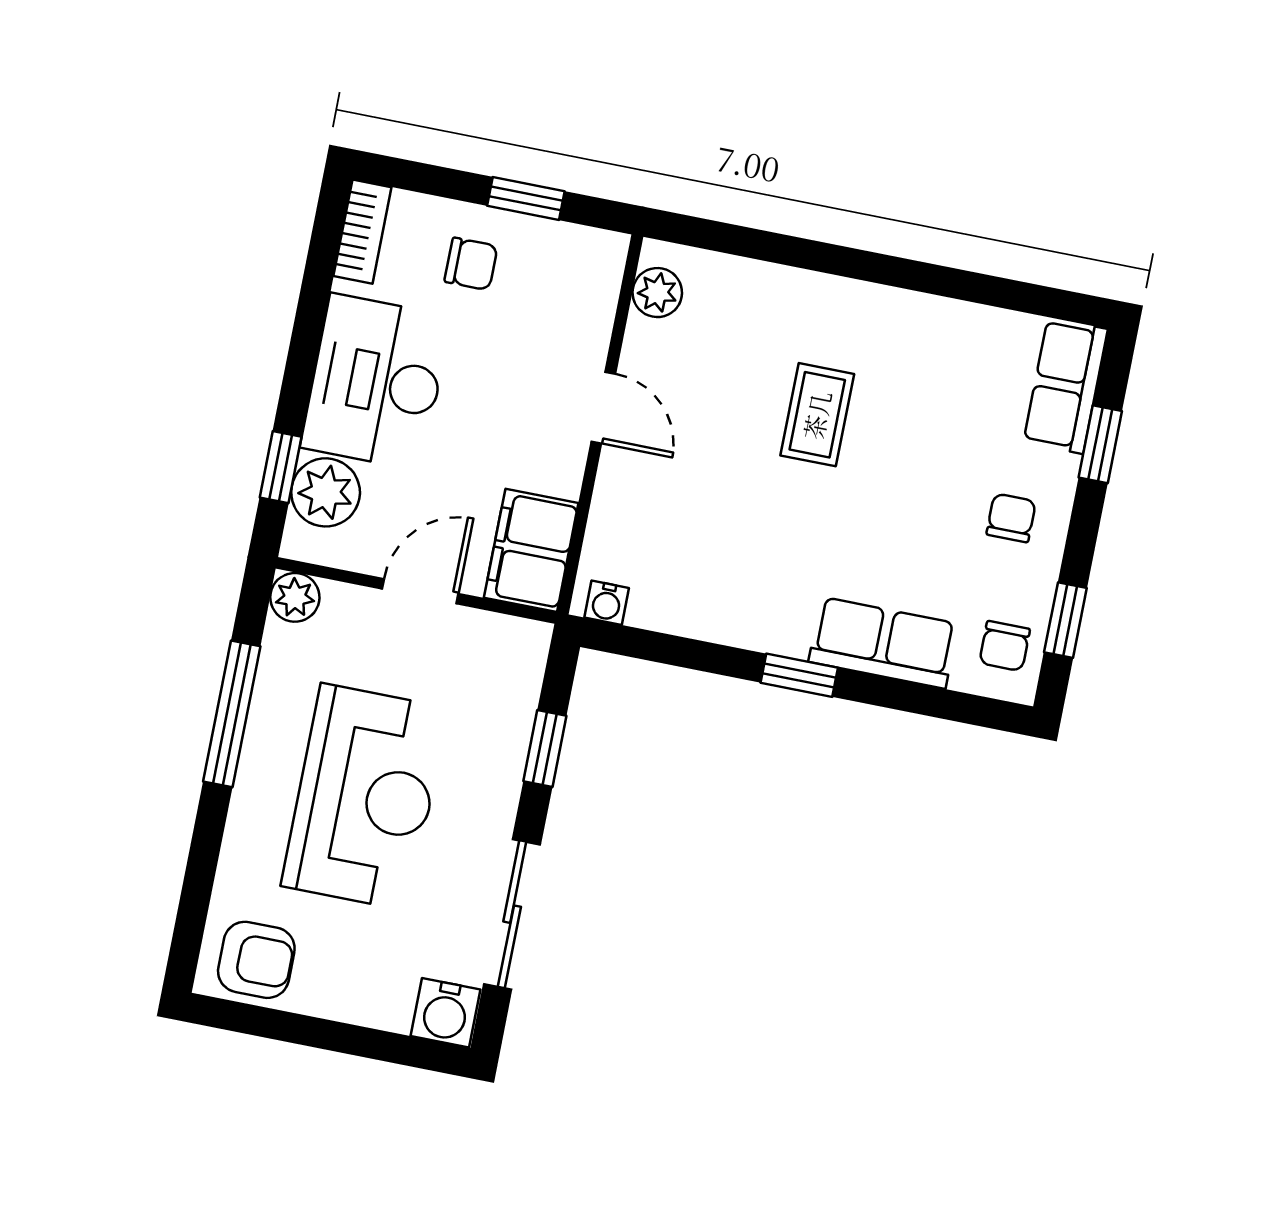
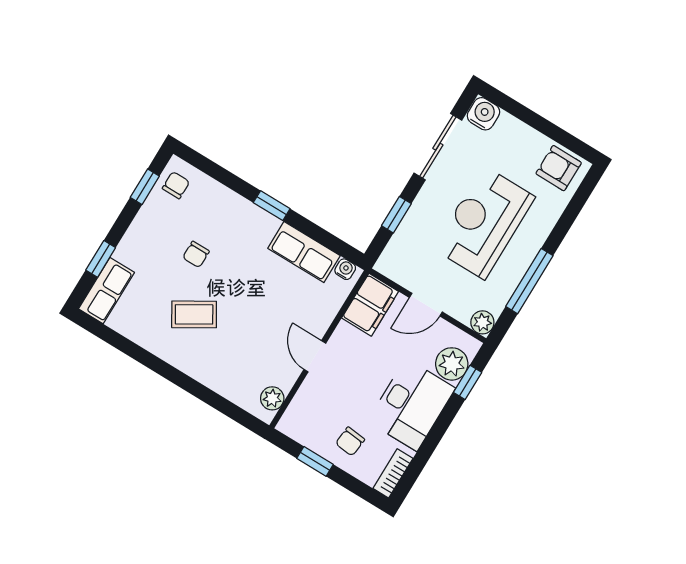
chair: (471, 264) -> (350, 441), turned -84
coffee table: (817, 415) -> (194, 314), moved, turned 59
chair: (1011, 518) -> (196, 254), moved
row of seats: (883, 643) -> (304, 252), moved

